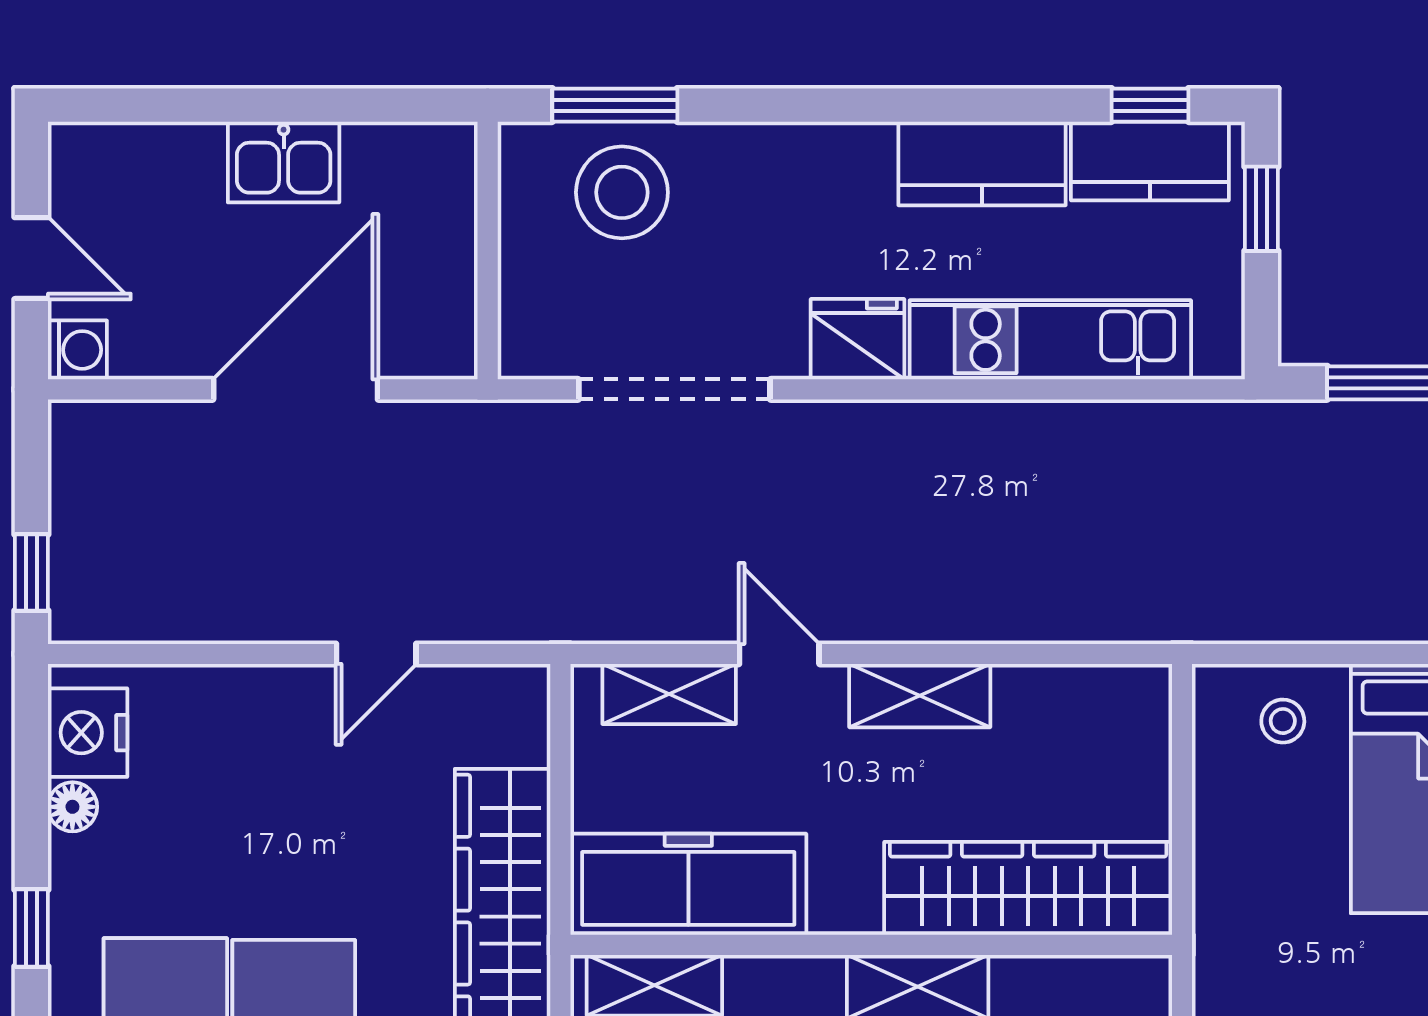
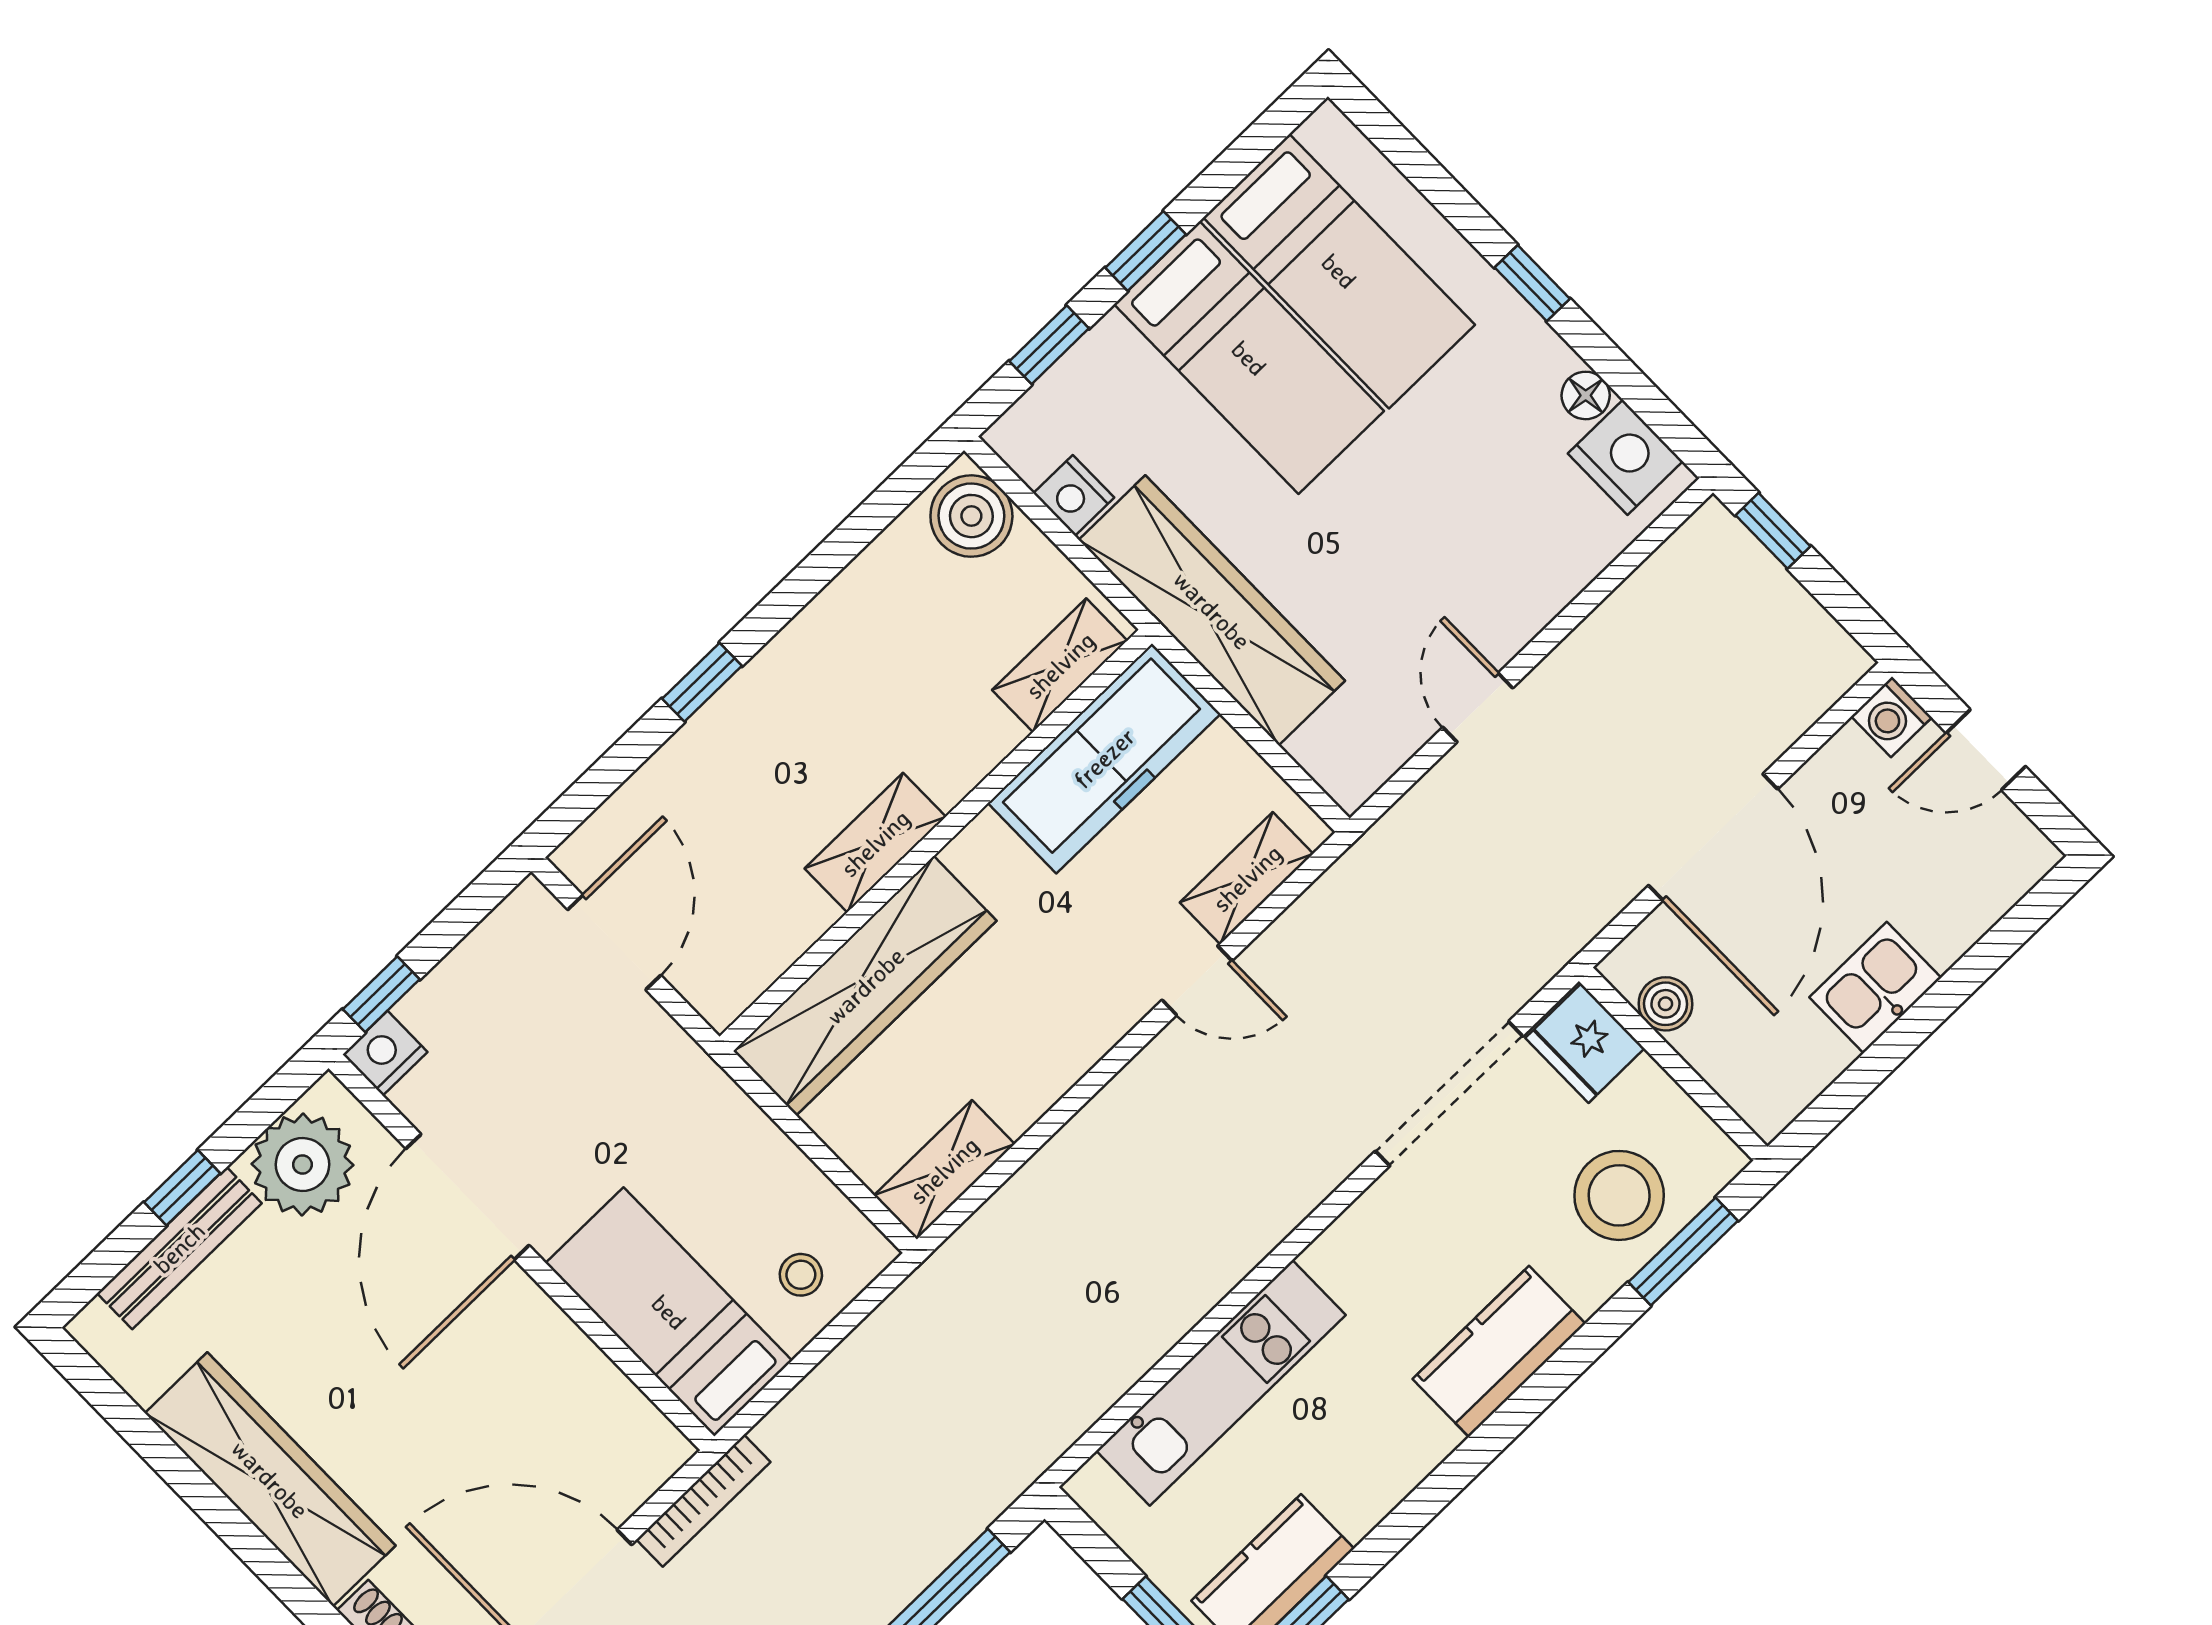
kitchen counter: (982, 163) -> (1499, 1351), moved
boiler: (450, 300) -> (1666, 1004), added
fridge: (857, 339) -> (1585, 1043), moved, turned 90
shelving: (920, 696) -> (944, 1170), moved

